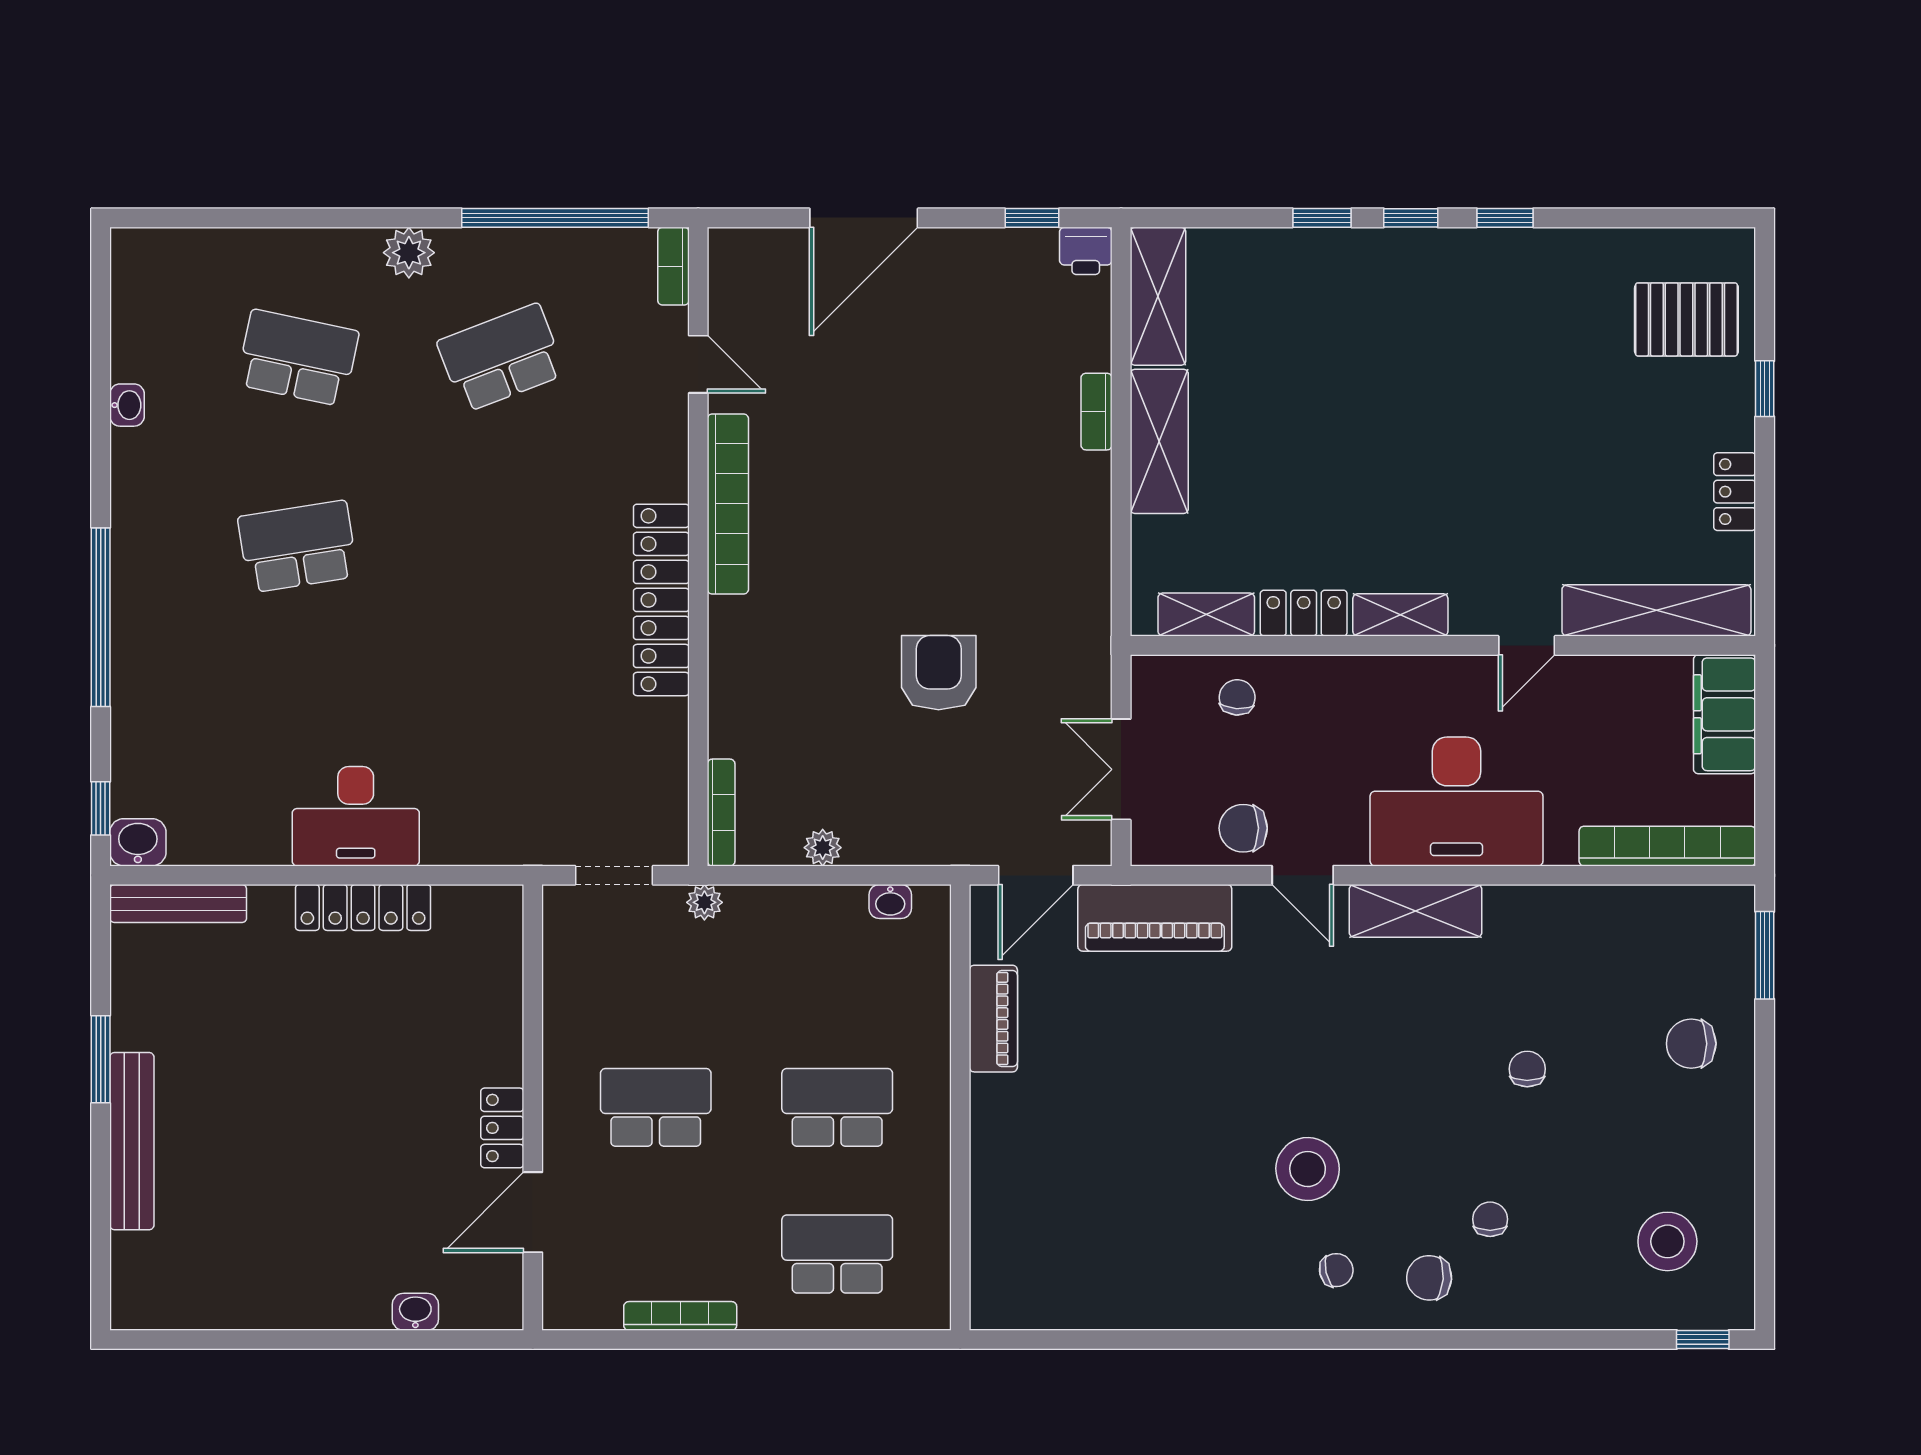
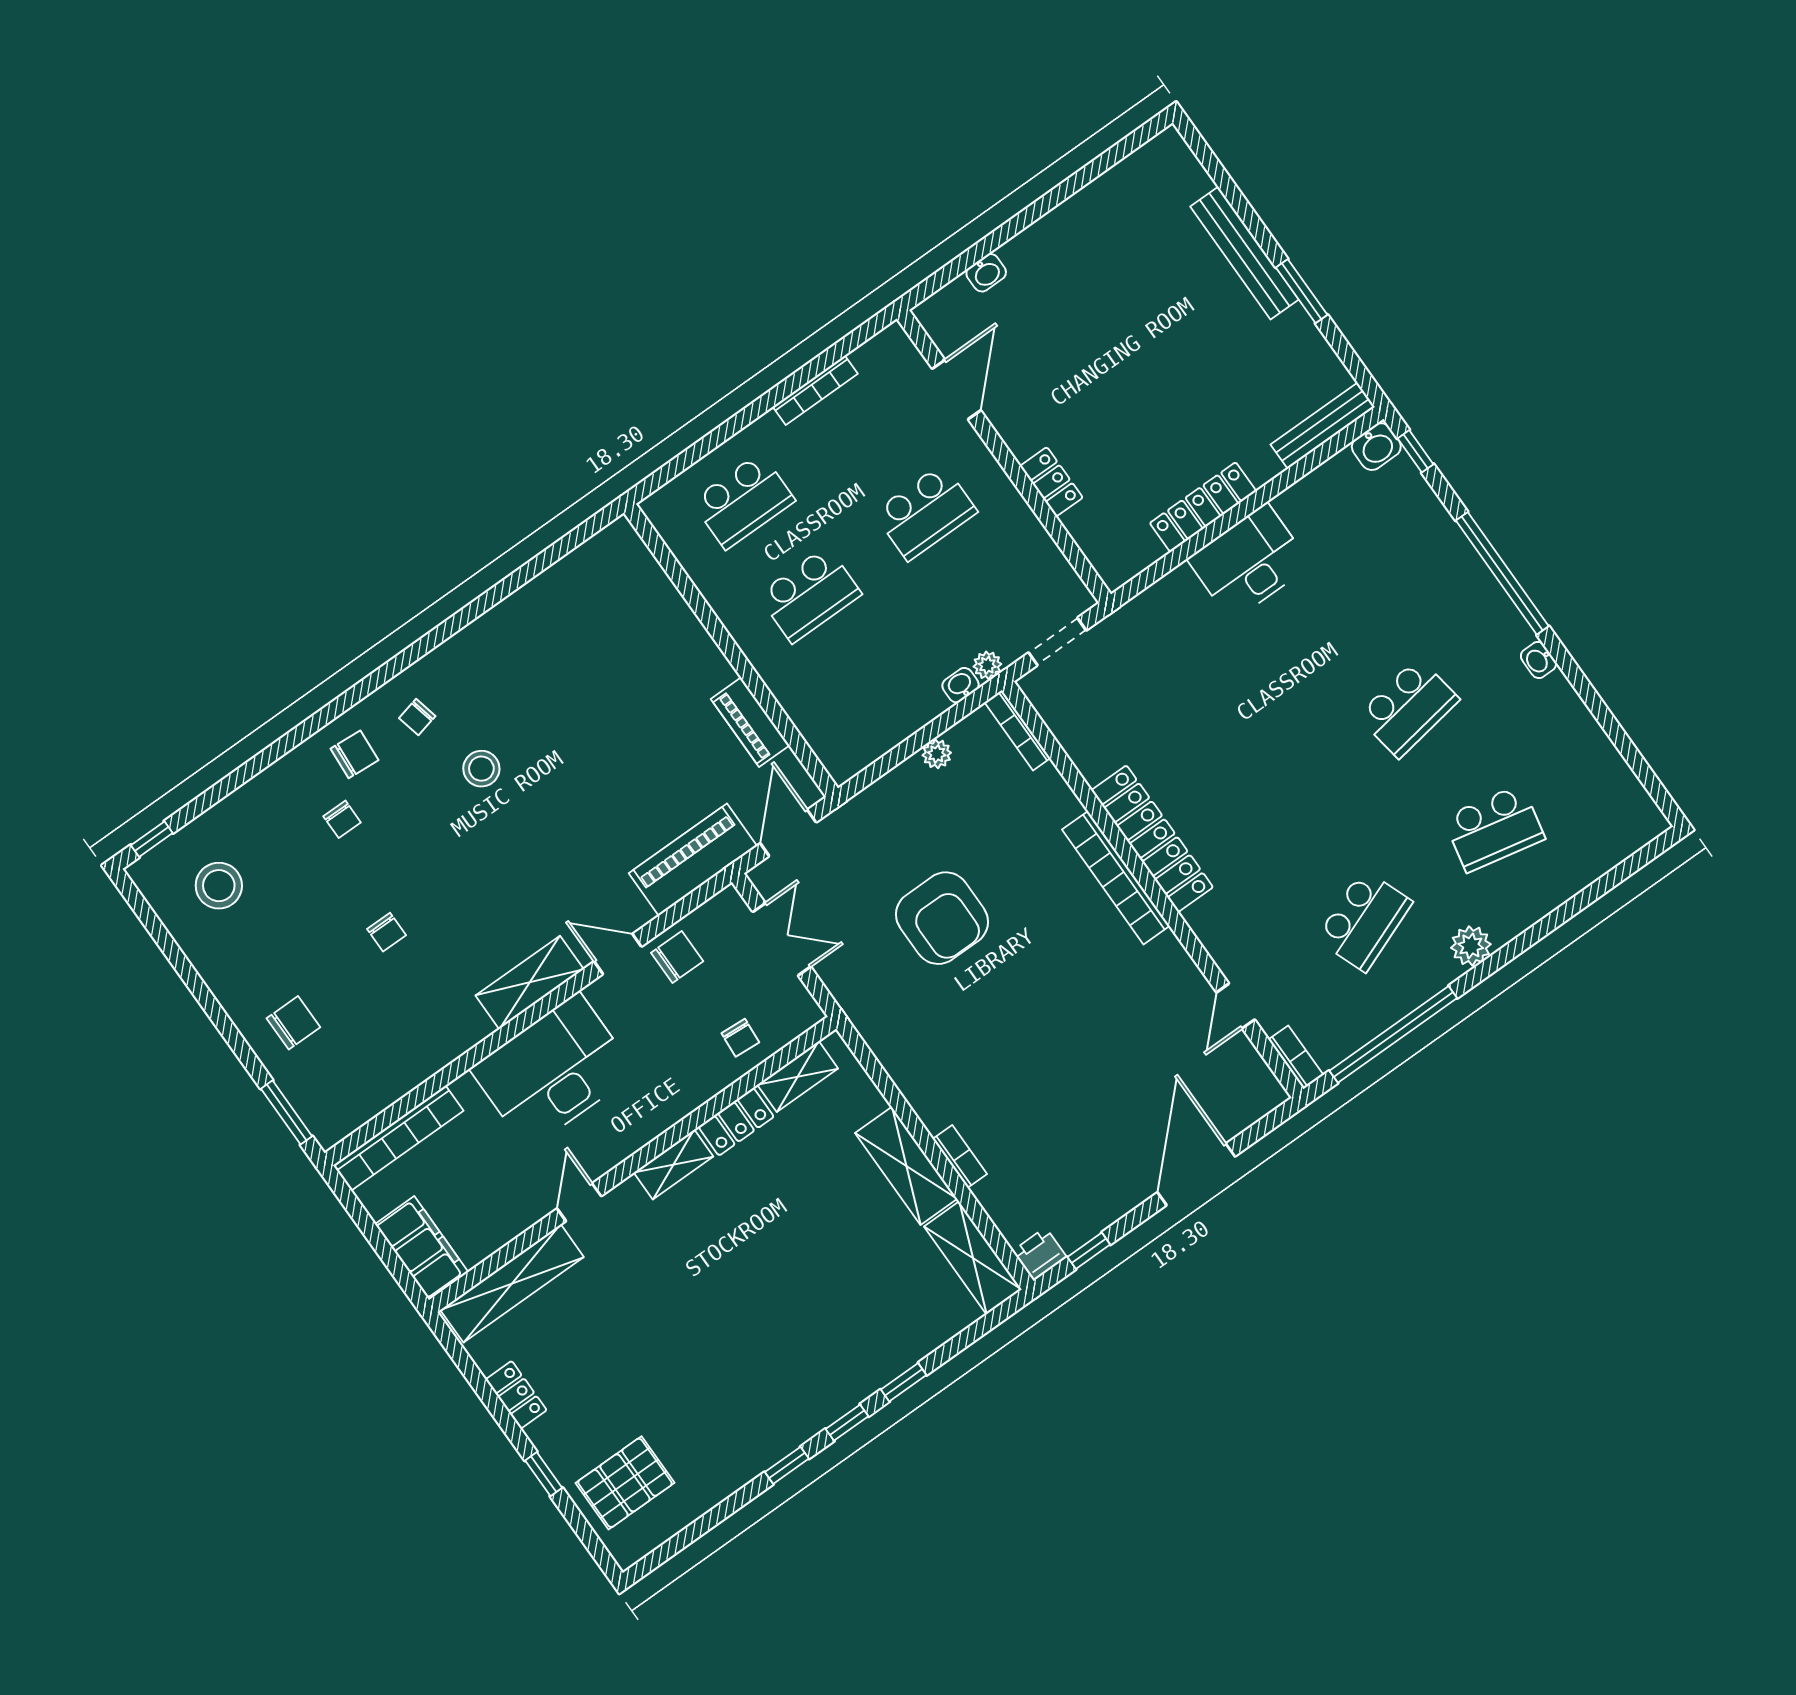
door: (698, 364) -> (1236, 1006), hinge flipped
washbasin: (127, 405) -> (1538, 660), moved
bookcase: (728, 504) -> (1116, 878), moved
armchair: (939, 673) -> (942, 918), width x1.36, depth x1.36
washbasin: (890, 902) -> (960, 685), moved
locker: (502, 1128) -> (1051, 482), moved
stool: (1308, 1169) -> (481, 769), width x0.73, depth x0.73

